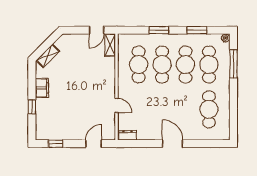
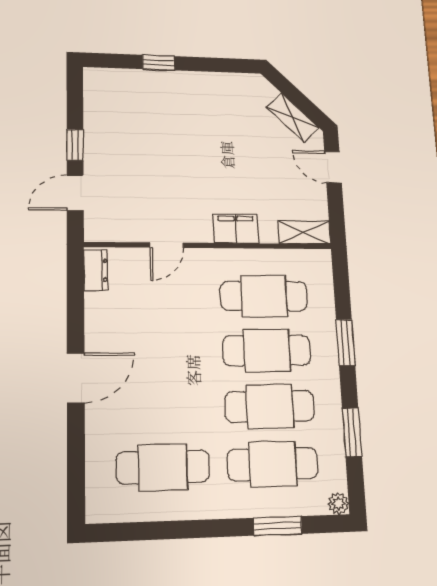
door: (96, 30) -> (333, 167), moved
shelving: (48, 56) -> (293, 118), moved
window: (233, 64) -> (277, 526), width x0.69
filing cabinet: (42, 88) -> (236, 229), moved, turned 180
window: (56, 144) -> (75, 145), moved
door: (94, 144) -> (75, 193), swing flipped

